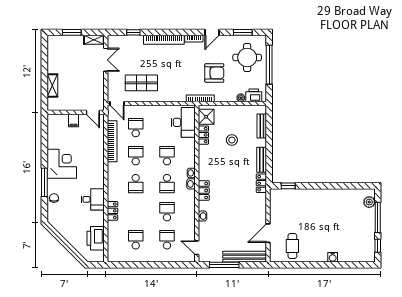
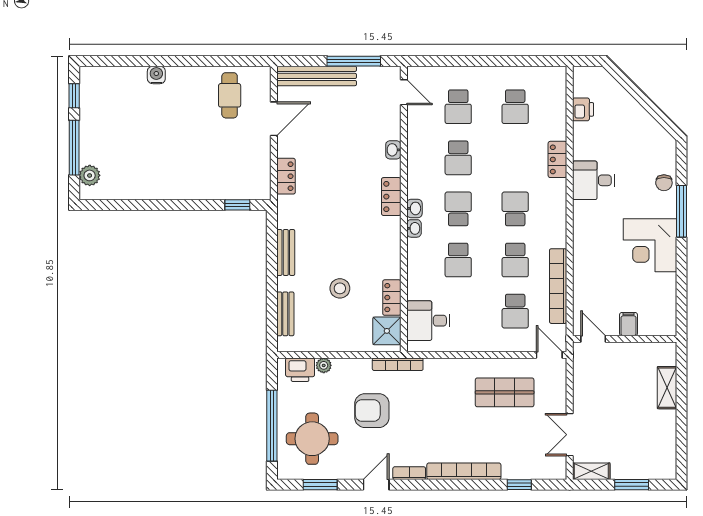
desk: (183, 122) -> (428, 321), width x0.73
locker: (261, 183) -> (286, 176), moved
printer: (96, 238) -> (583, 109), width x0.53, depth x0.68

